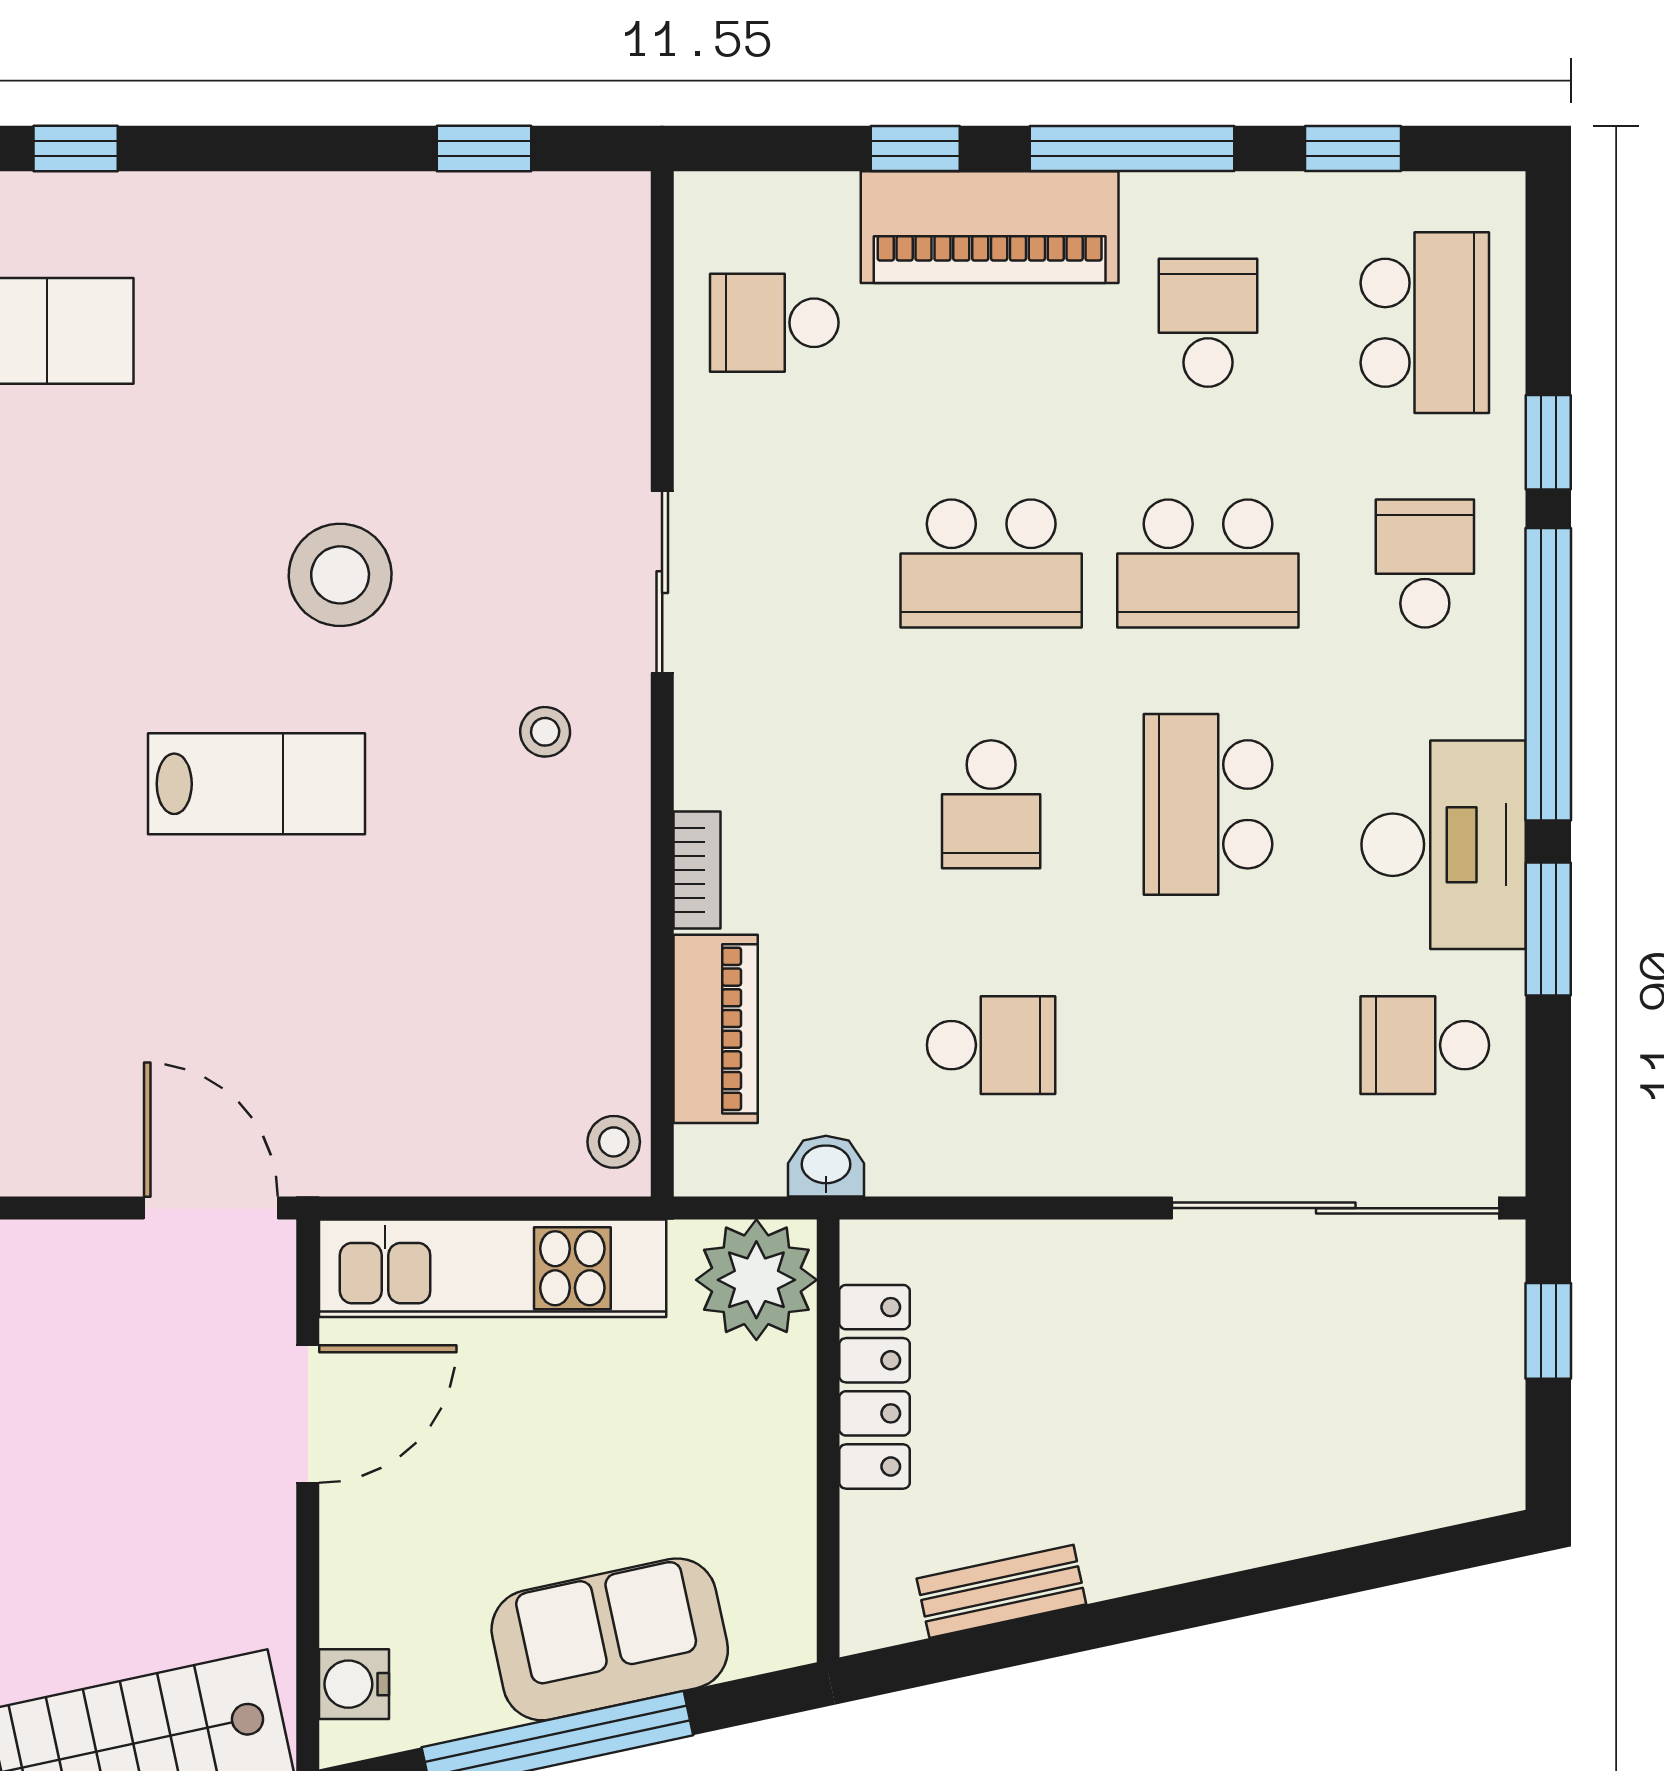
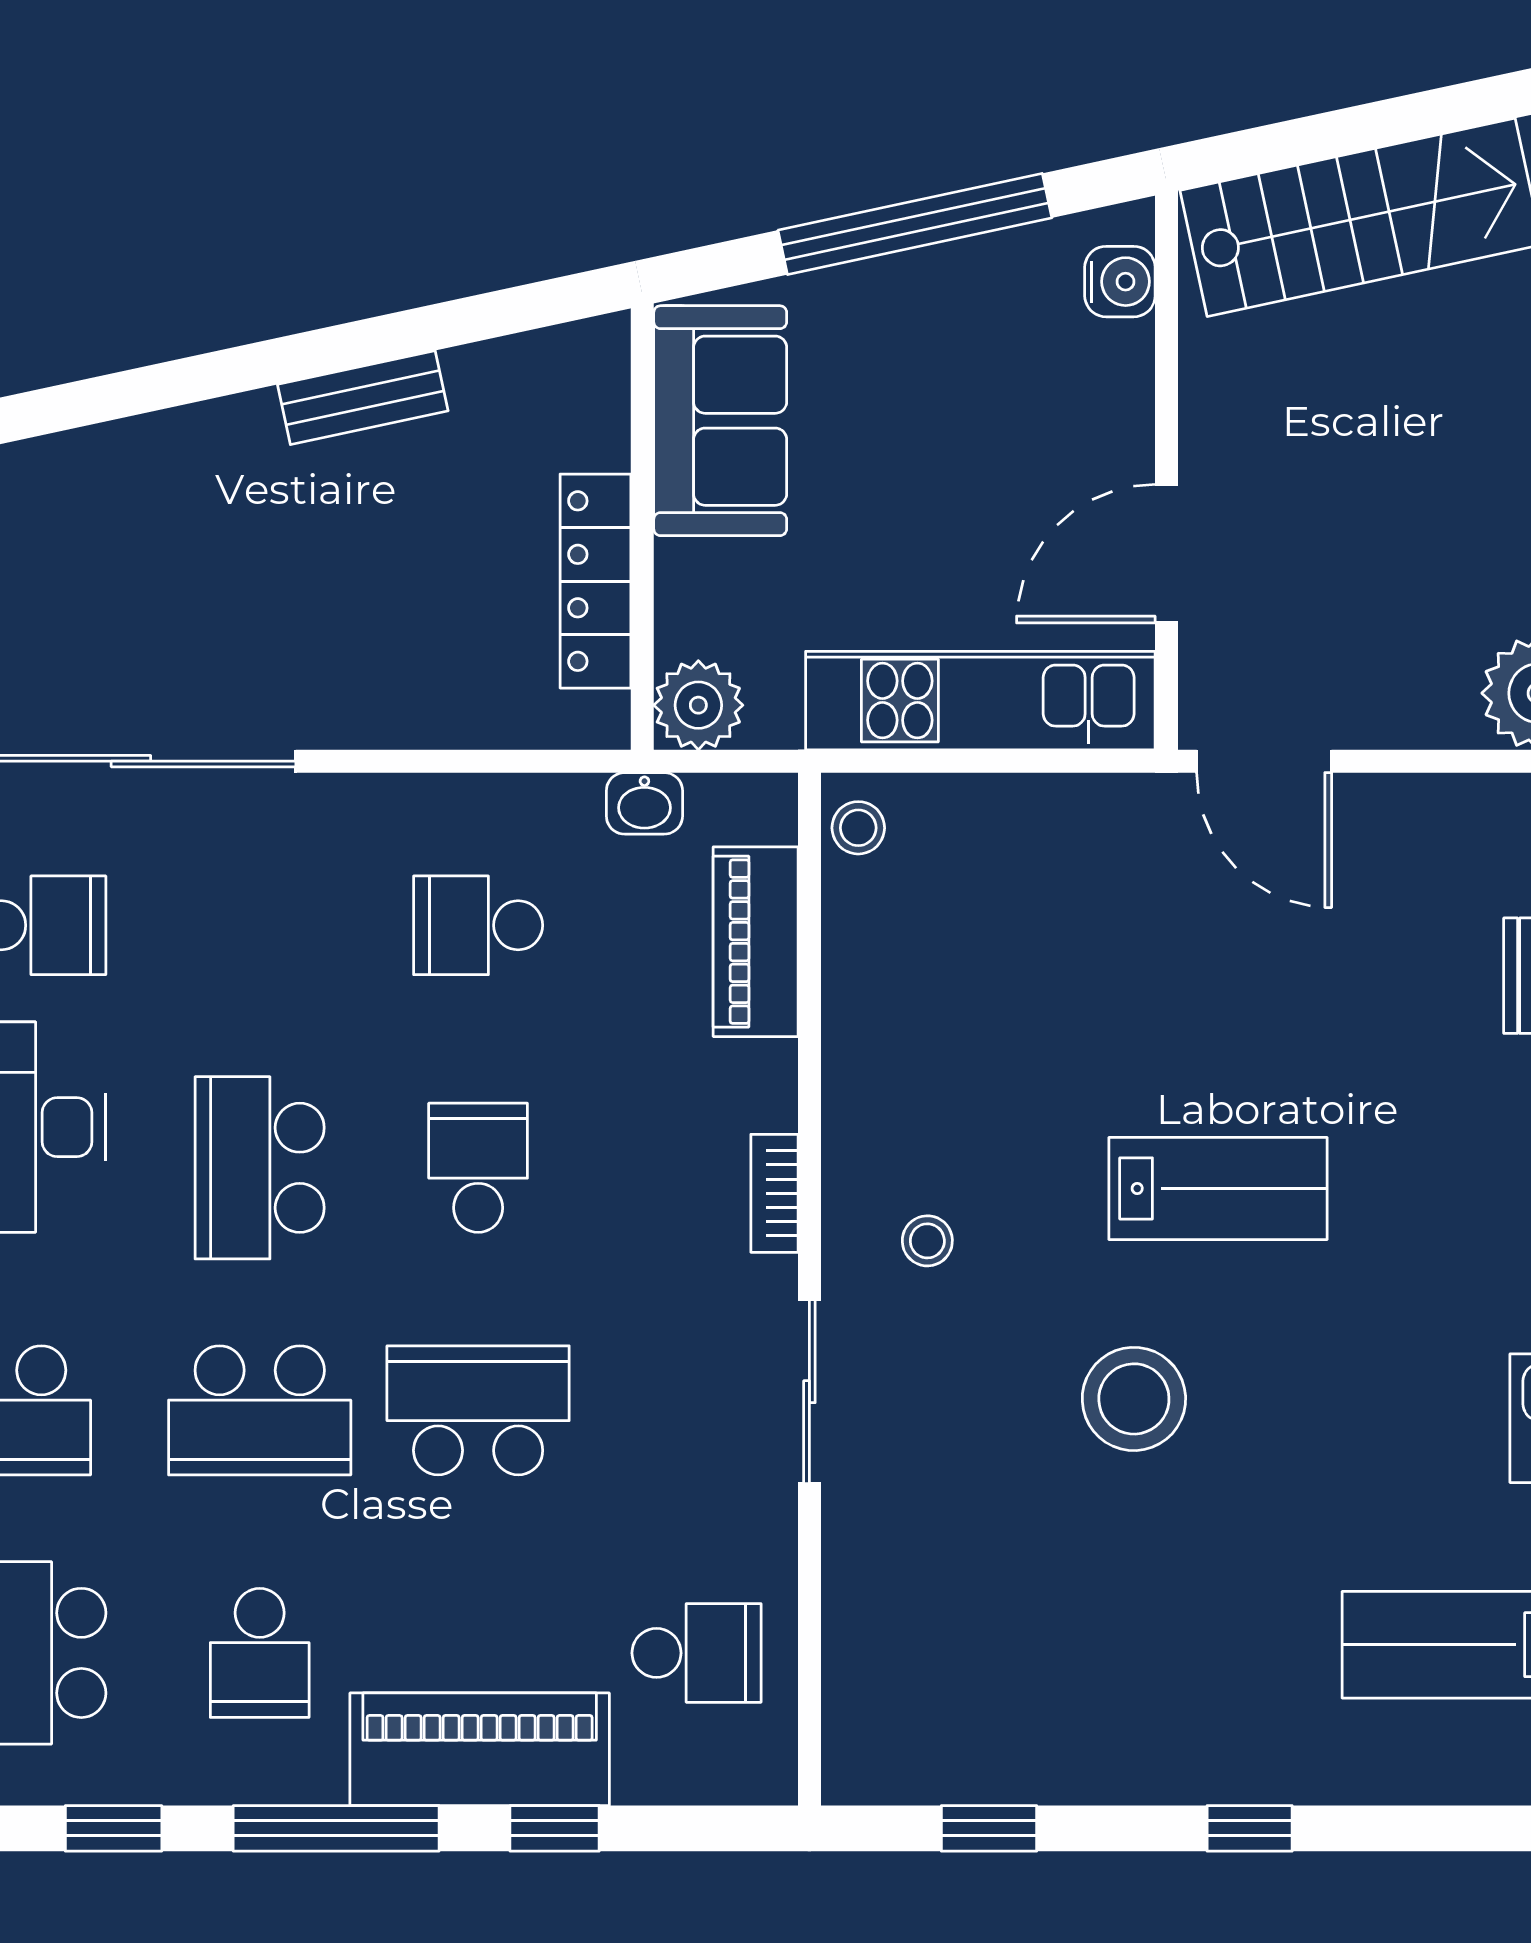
window: (76, 149) -> (1250, 1828), moved
school desk: (1208, 564) -> (260, 1410), turned 180
lab bench: (257, 784) -> (1218, 1188), turned 180
school desk: (1208, 804) -> (260, 1168), turned 180
bookcase: (697, 870) -> (774, 1193), moved
plant: (756, 1280) -> (698, 705), width x0.73, depth x0.73
bench: (1001, 1591) -> (363, 398), moved
sofa: (610, 1639) -> (720, 421), moved, turned -78

